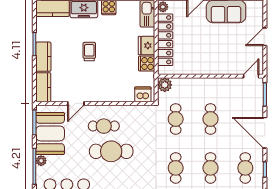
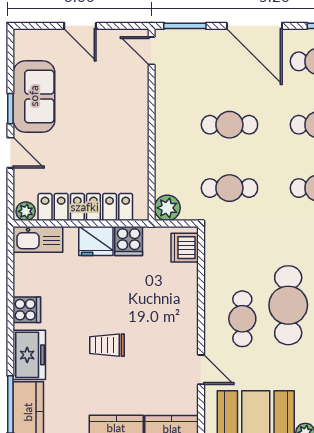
door: (265, 133) -> (254, 26), hinge flipped

